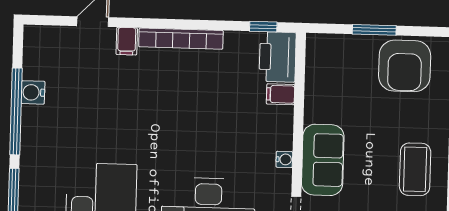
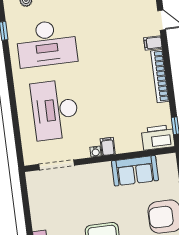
filing cabinet: (281, 94) -> (108, 146), moved
sofa: (323, 160) -> (135, 171), moved

